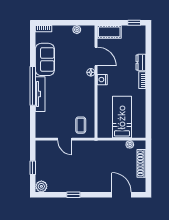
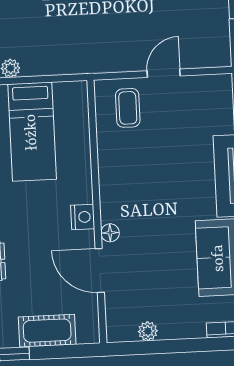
cot: (109, 32) -> (47, 331), moved
door: (65, 139) -> (164, 73), hinge flipped

